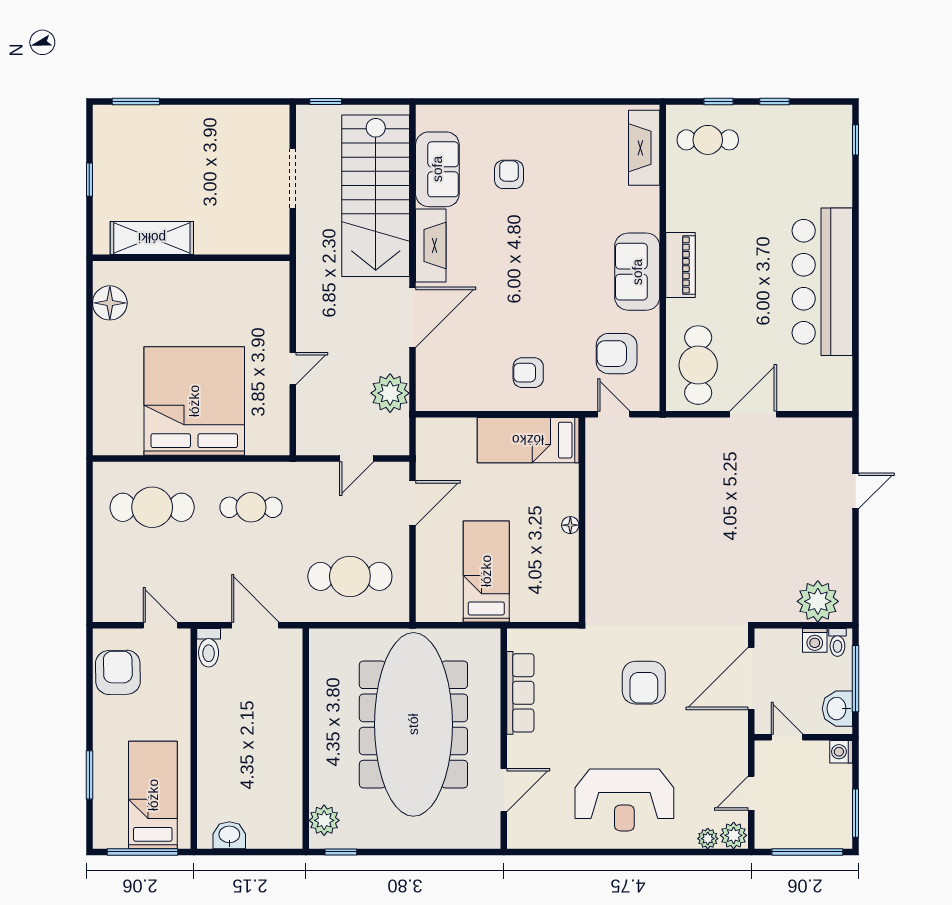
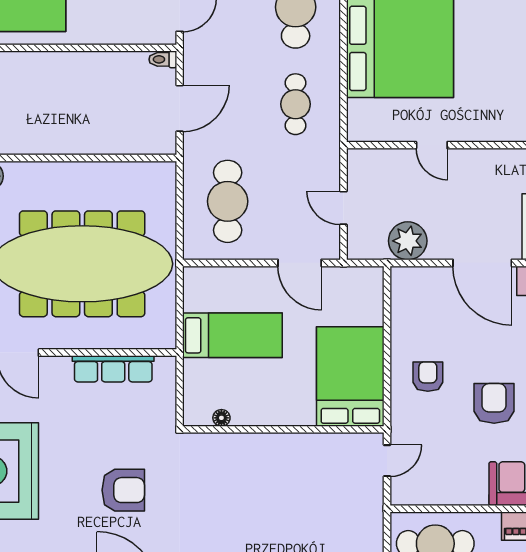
armchair: (617, 354) -> (494, 403), moved
bed: (528, 440) -> (350, 377), width x1.50
floor lamp: (570, 525) -> (221, 418), moved
toilet: (209, 648) -> (163, 59), width x0.73, depth x0.72
armchair: (644, 683) -> (123, 490), turned 180

